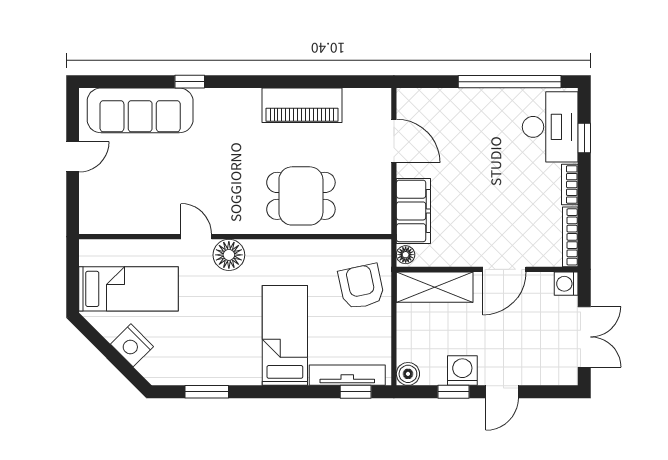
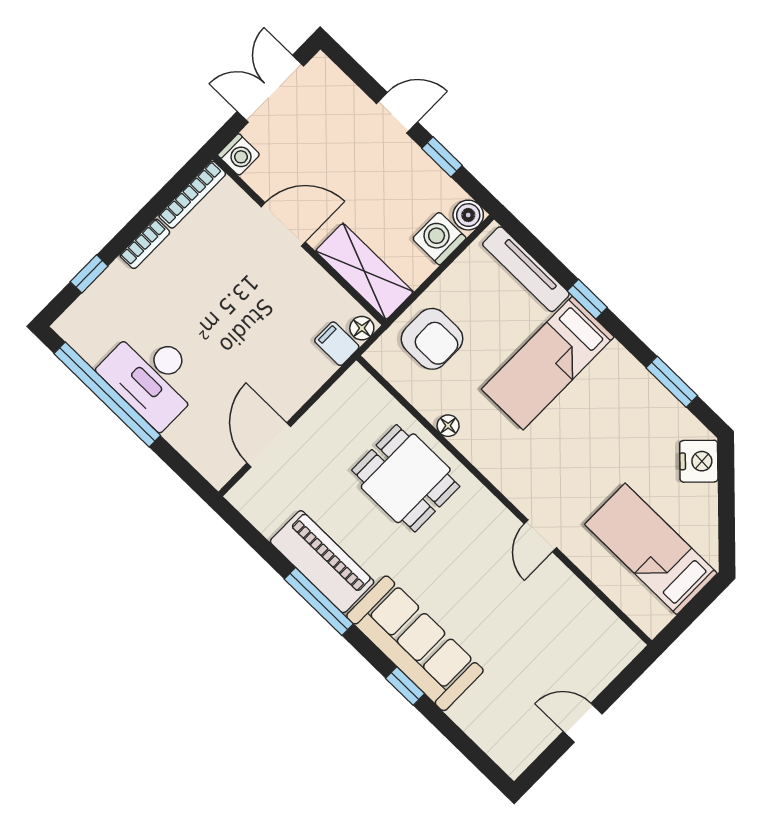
window: (282, 82) -> (319, 601), added
sofa: (140, 110) -> (415, 643), moved
desk: (550, 127) -> (152, 376), moved, turned -90
filing cabinet: (413, 211) -> (337, 344), width x0.33, depth x0.86
floor lamp: (229, 255) -> (448, 426), moved, width x0.53, depth x0.53
armchair: (361, 287) -> (432, 339), turned -78
nightstand: (132, 345) -> (699, 461), moved
washing machine: (462, 371) -> (439, 238), moved, turned 90
window: (356, 392) -> (587, 299), moved

